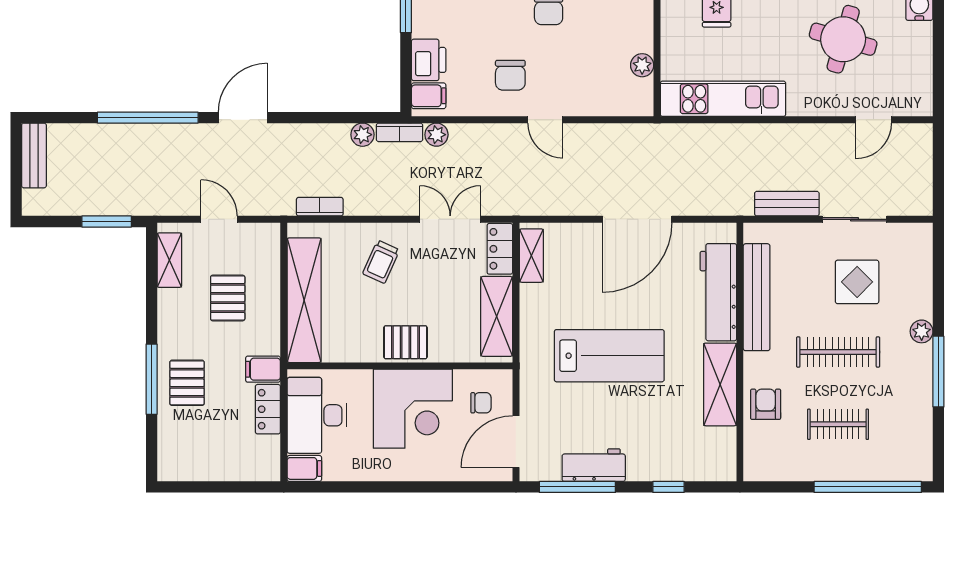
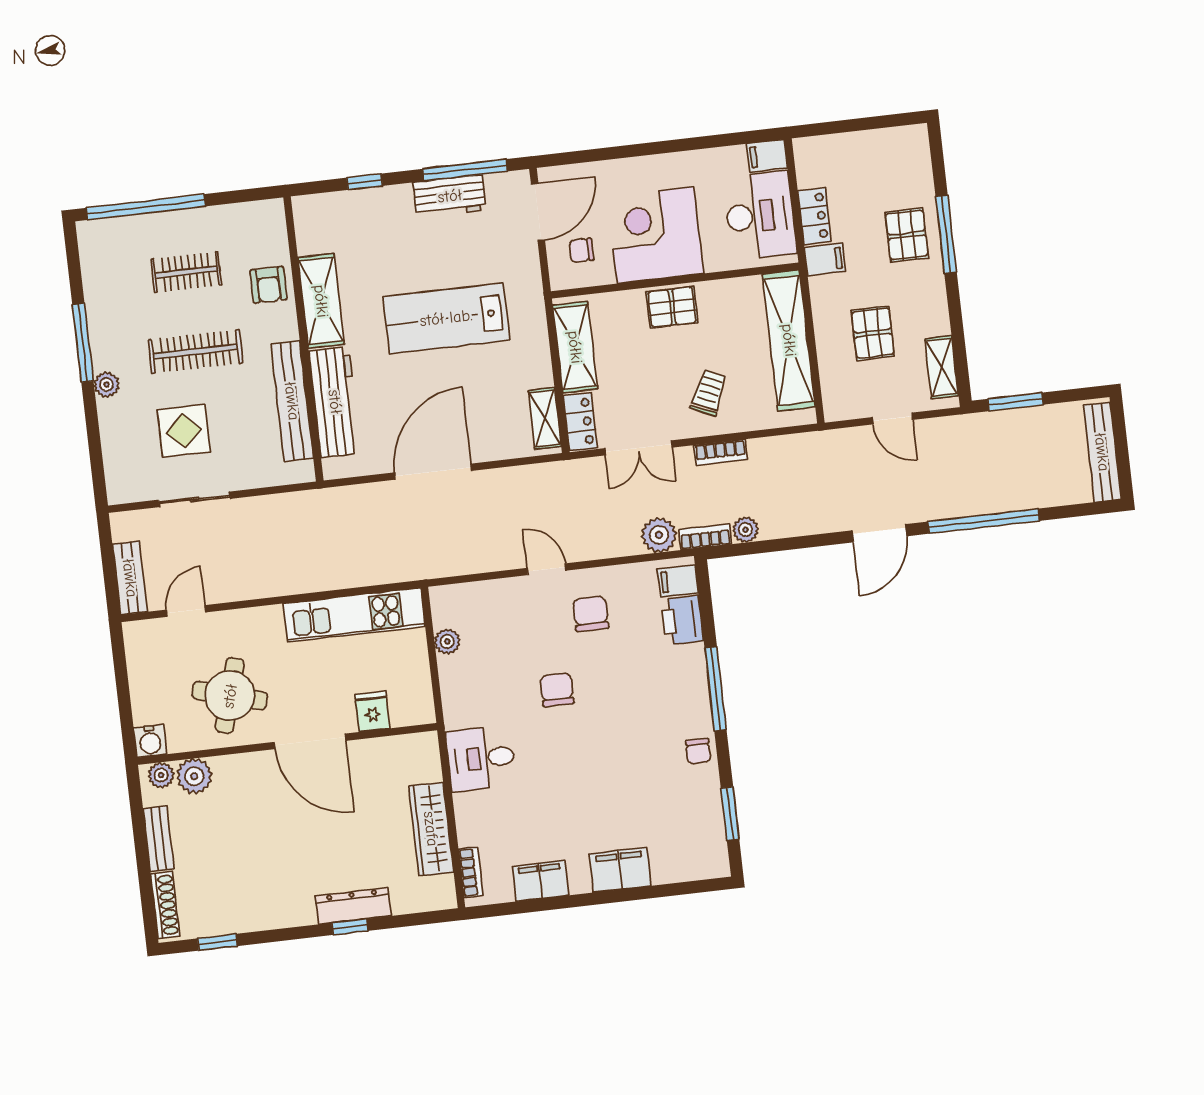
plant: (436, 135) -> (659, 535), width x1.38, depth x1.38
bench: (34, 155) -> (1102, 452), width x1.36
bench: (787, 204) -> (130, 578), moved, turned 90
bookcase: (320, 207) -> (721, 452), moved

